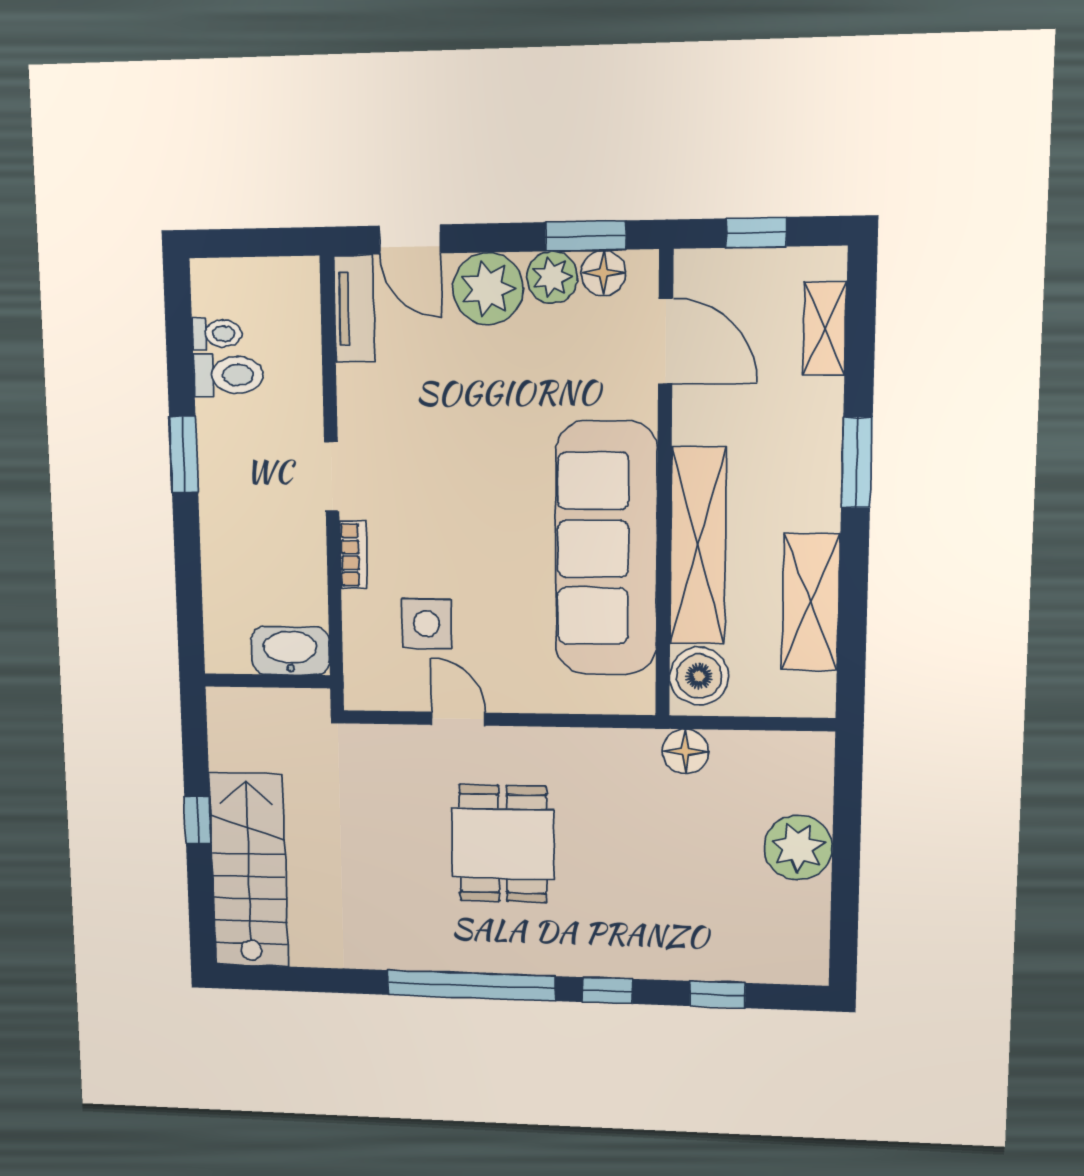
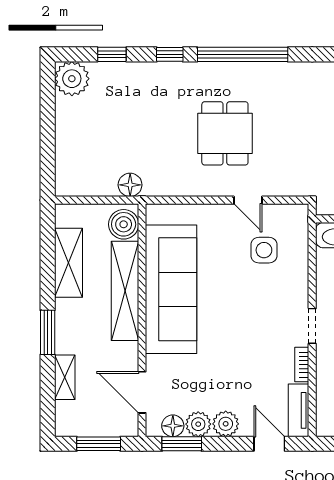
window: (756, 232) -> (99, 444), width x1.50
plant: (488, 289) -> (226, 424), width x0.73, depth x0.73
shelving: (825, 328) -> (65, 377), moved
bookcase: (353, 555) -> (302, 365), moved
plant: (798, 847) -> (72, 79), moved

